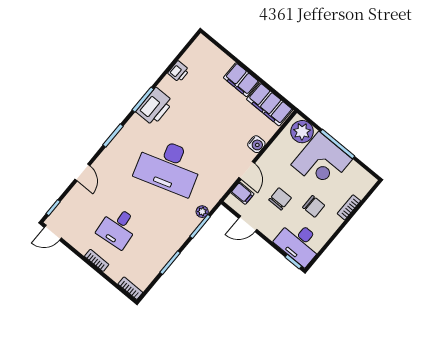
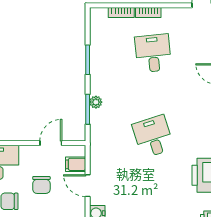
desk: (169, 166) -> (153, 137), width x0.53, depth x0.77
plant: (202, 212) -> (96, 102), moved
bookcase: (130, 288) -> (121, 13), moved

